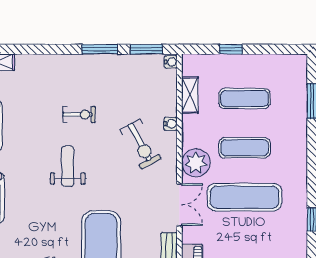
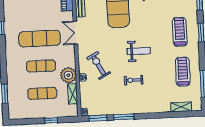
plant: (196, 163) -> (68, 75), moved
weight bench: (68, 166) -> (139, 51), turned -90

